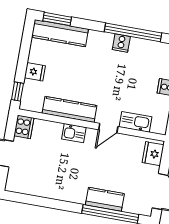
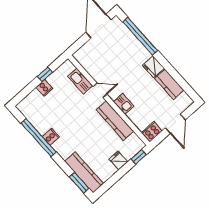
fridge: (153, 154) -> (153, 67), moved, turned 90
kitchen counter: (105, 199) -> (169, 84), moved

